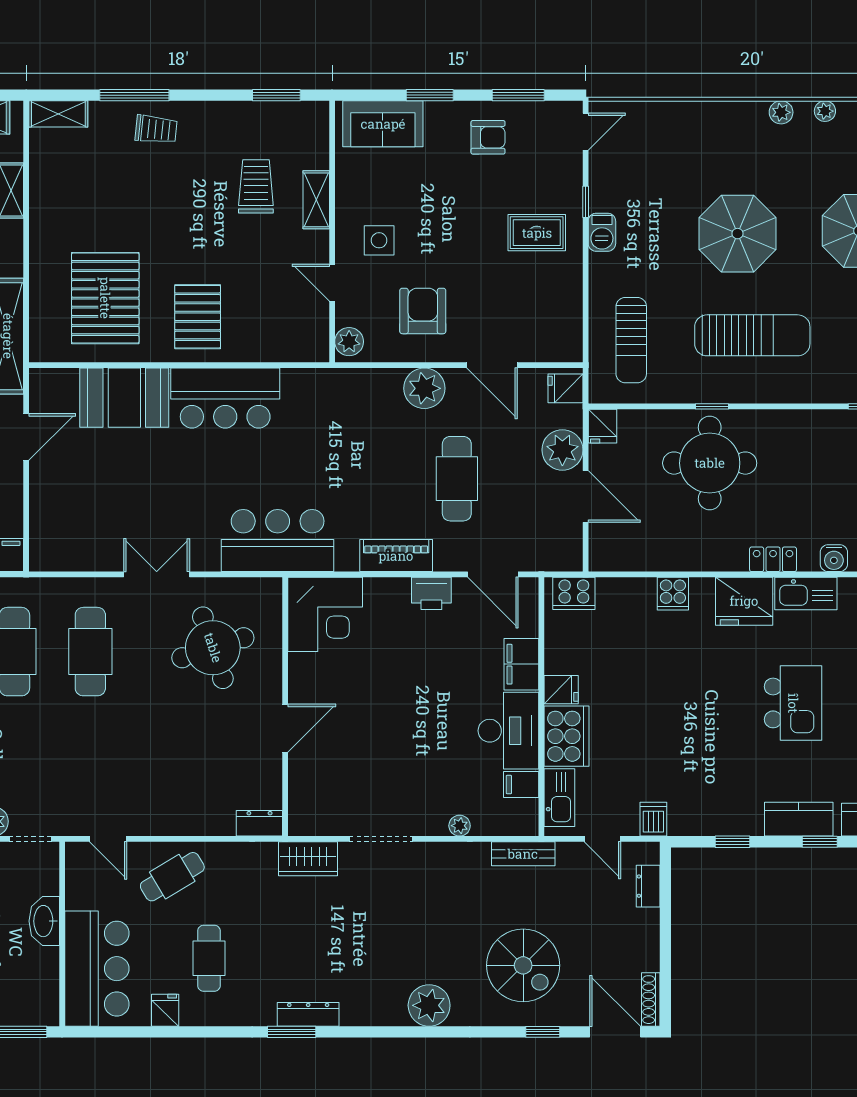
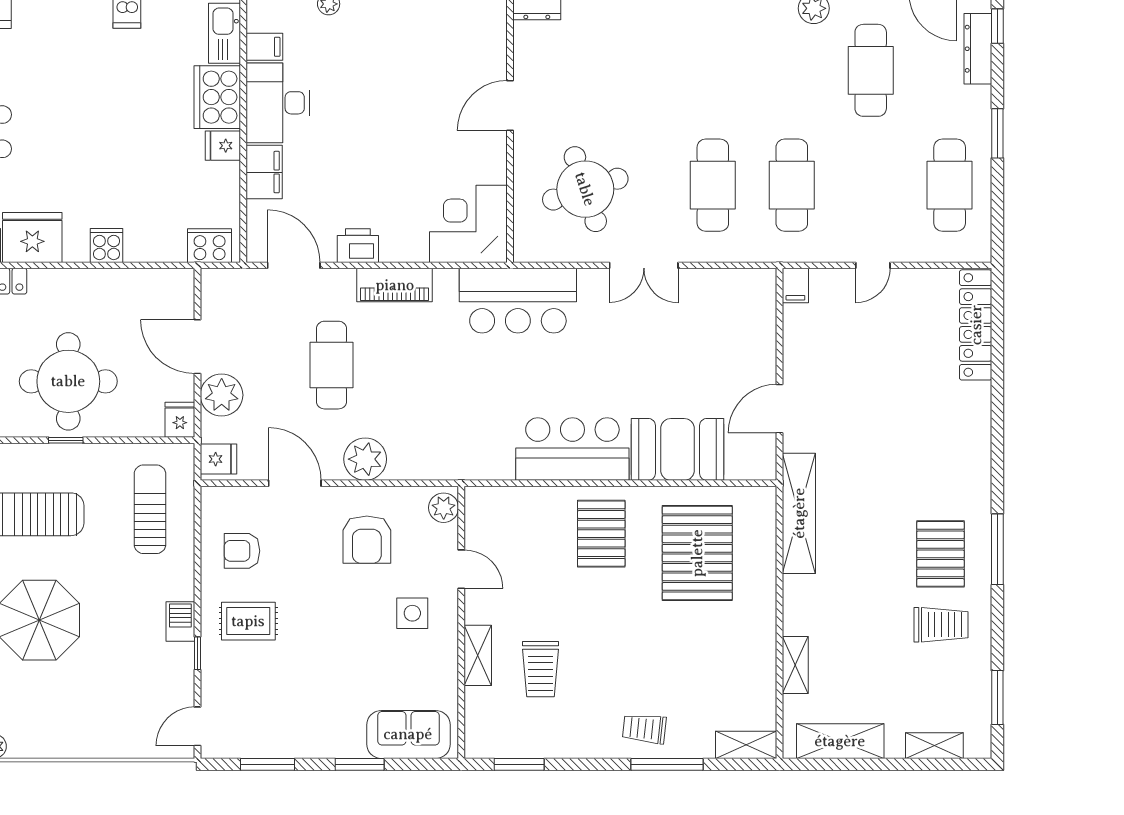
armchair: (488, 137) -> (242, 551), moved

